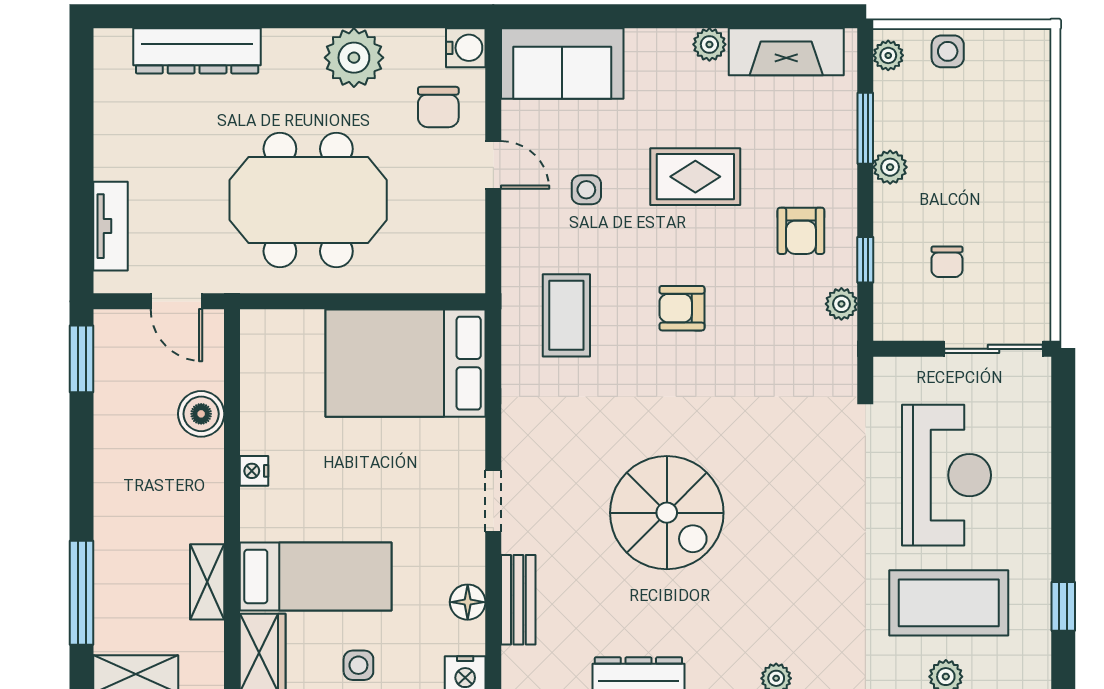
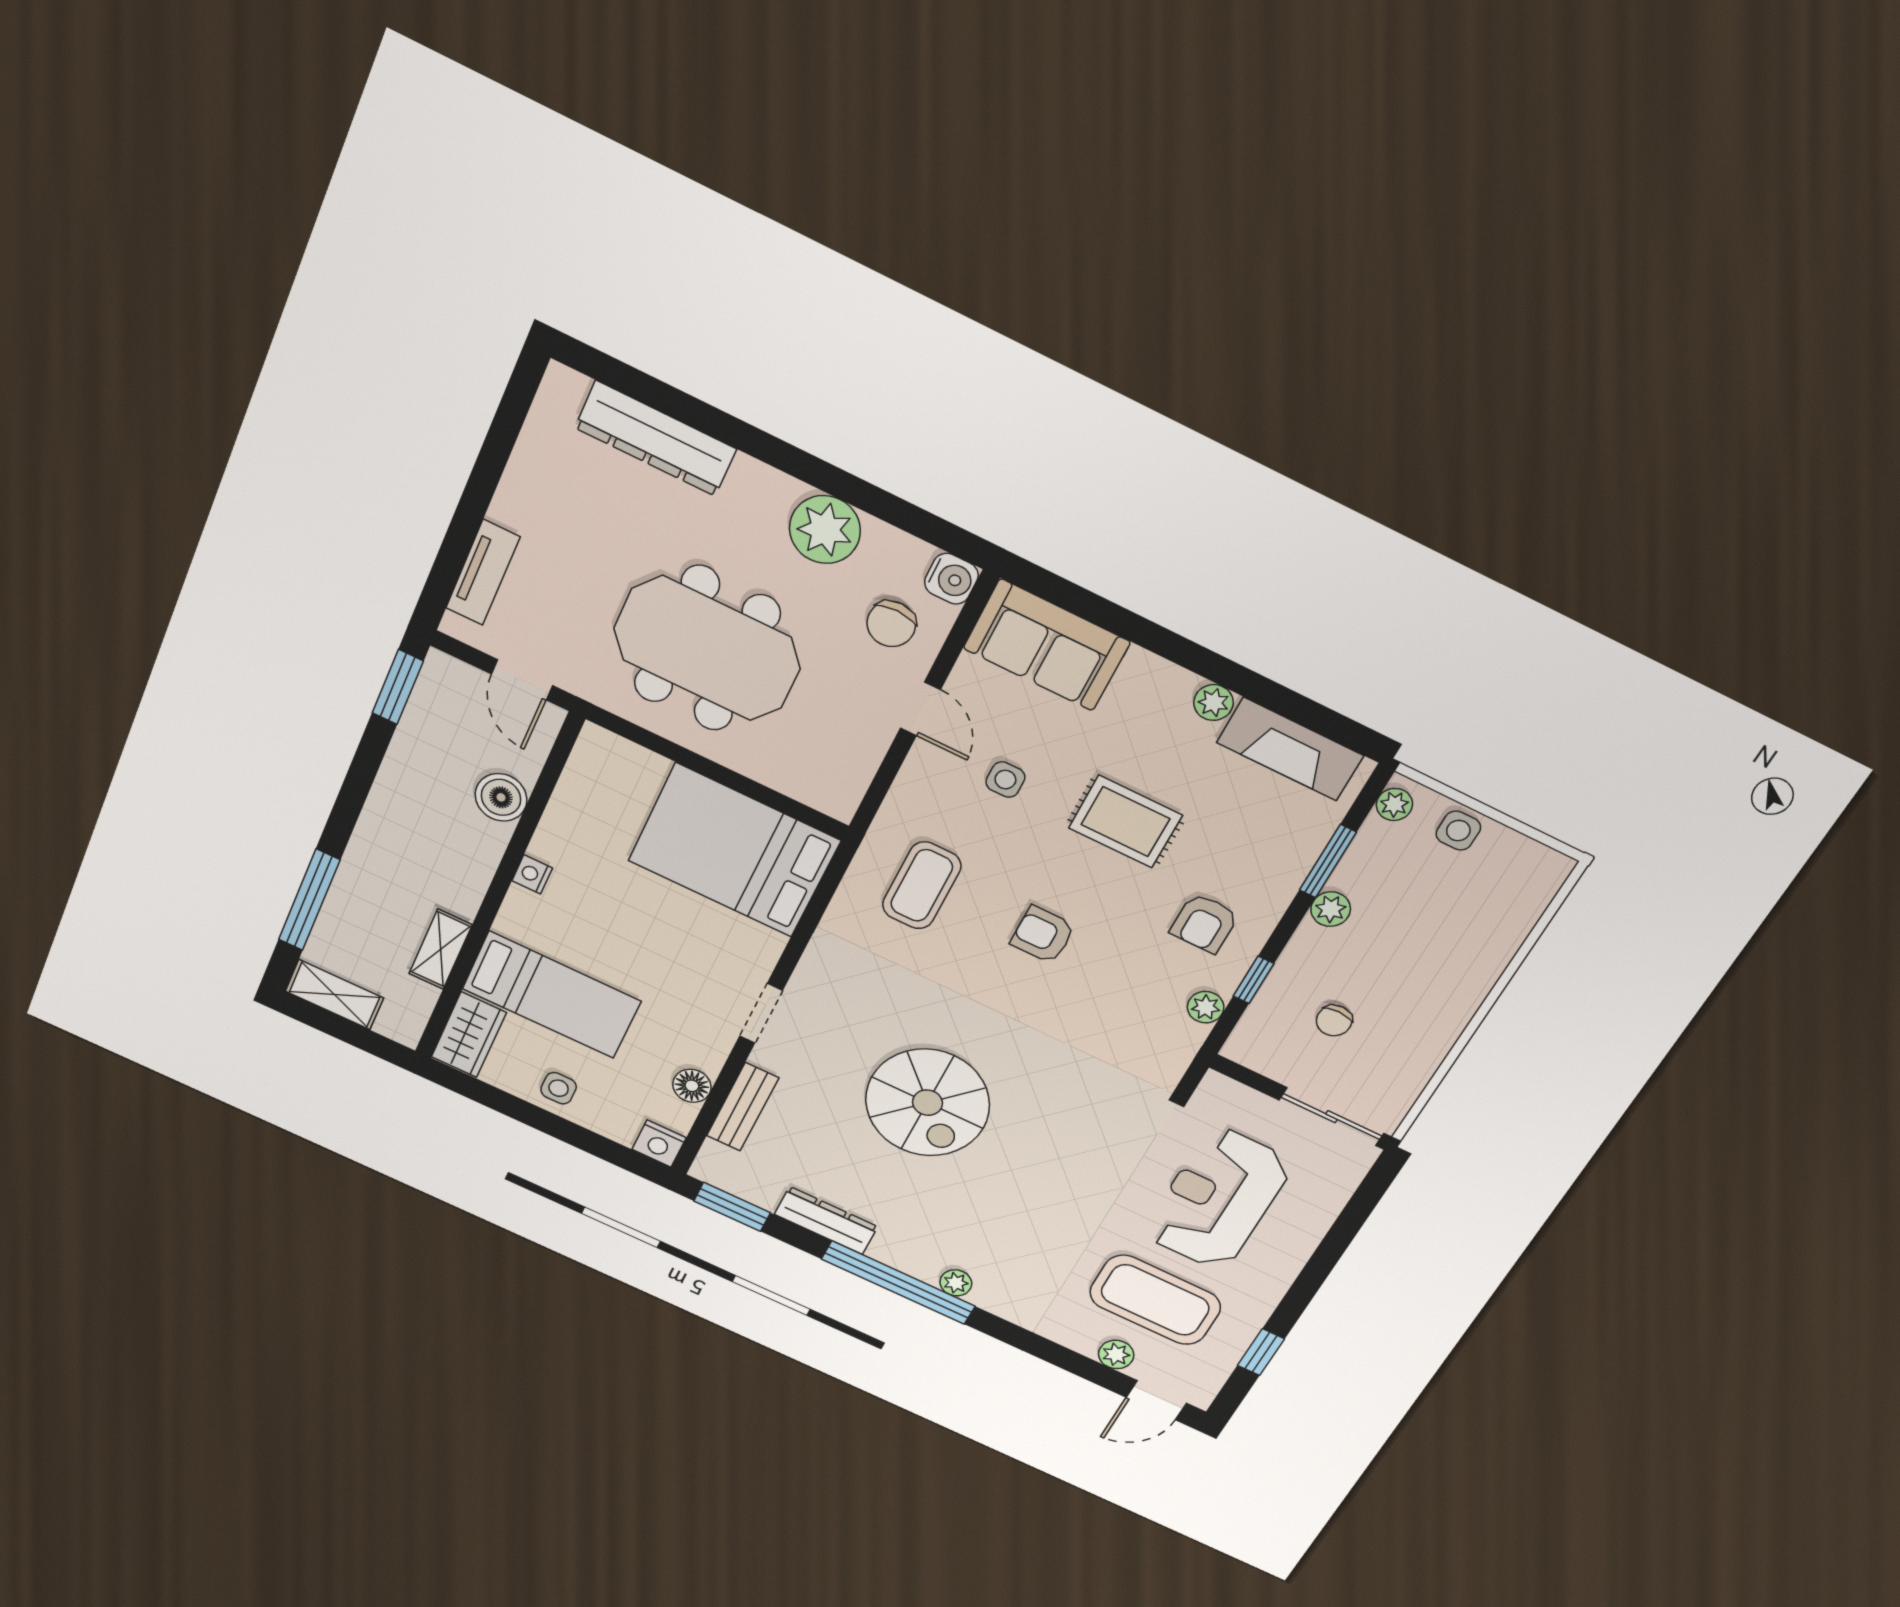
reception desk: (946, 475) -> (1218, 1199), turned 180

